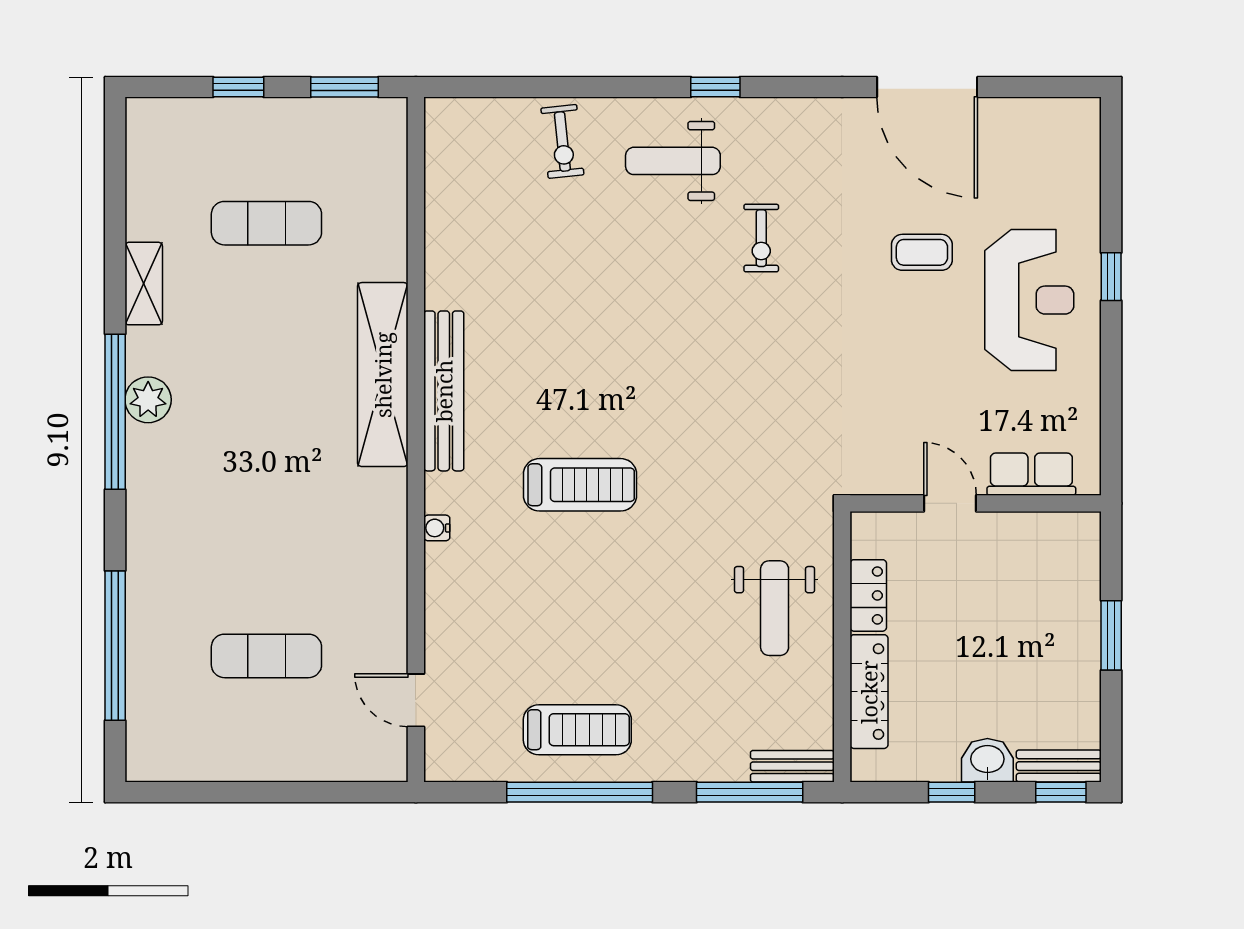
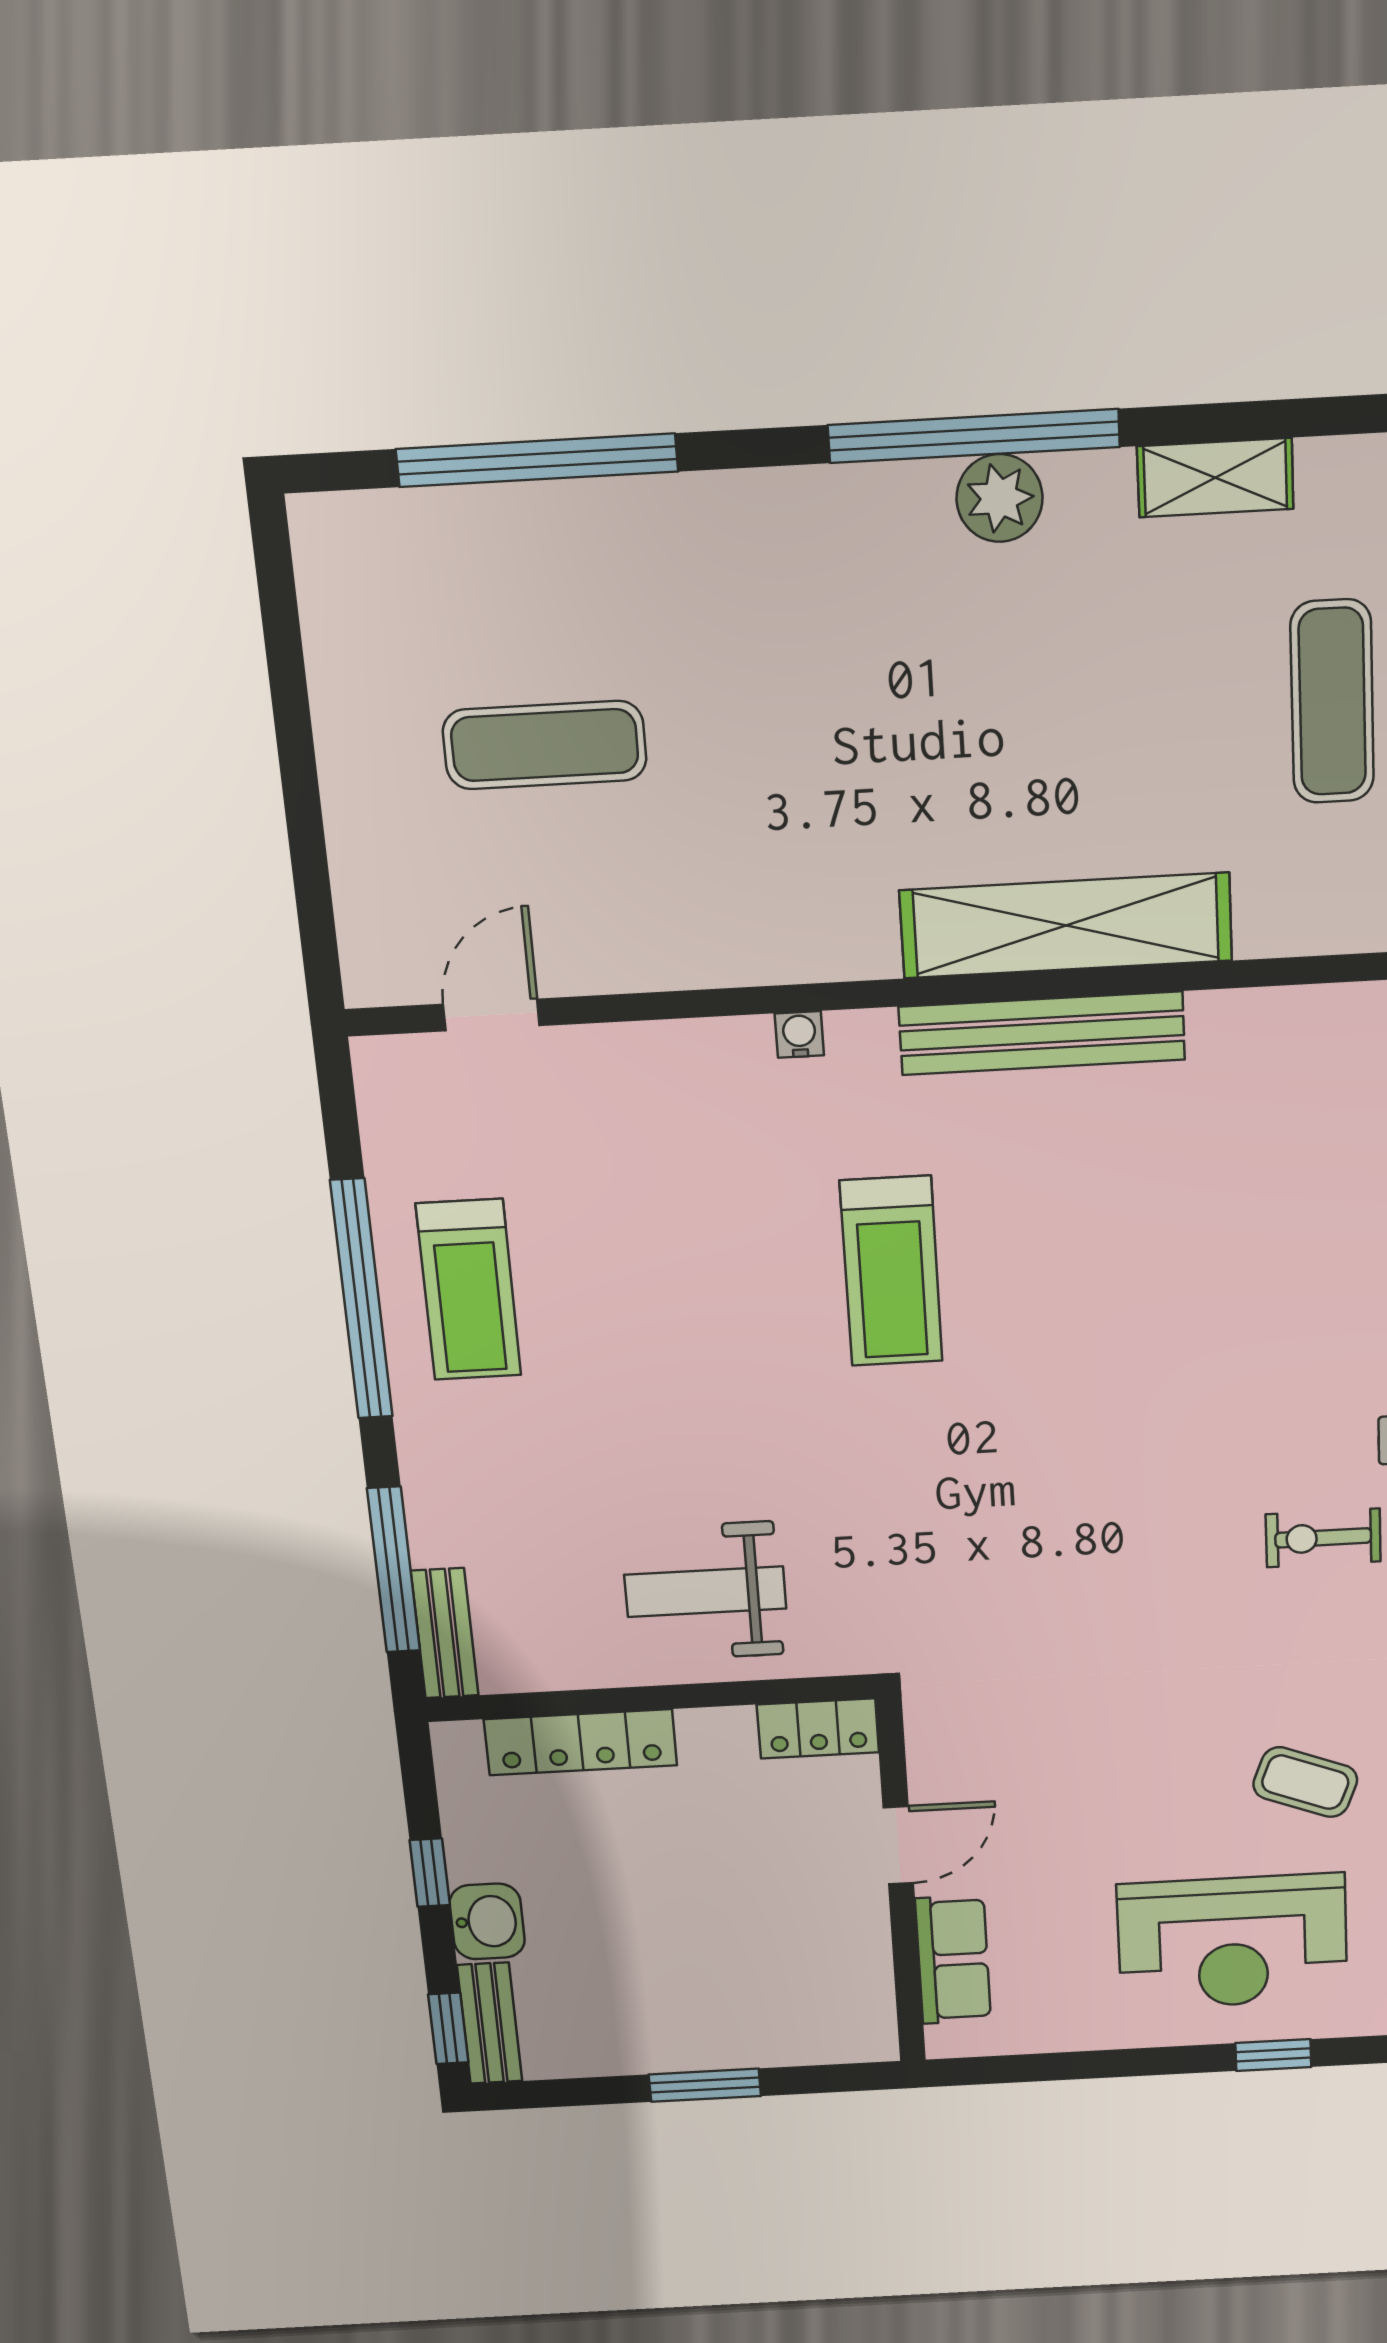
coffee table: (922, 252) -> (1305, 1782), turned -69
locker: (868, 595) -> (818, 1728), moved
exercise mat: (266, 656) -> (545, 745), turned 90

